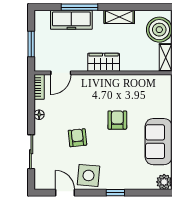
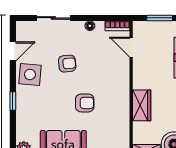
wardrobe: (104, 62) -> (142, 105), moved

